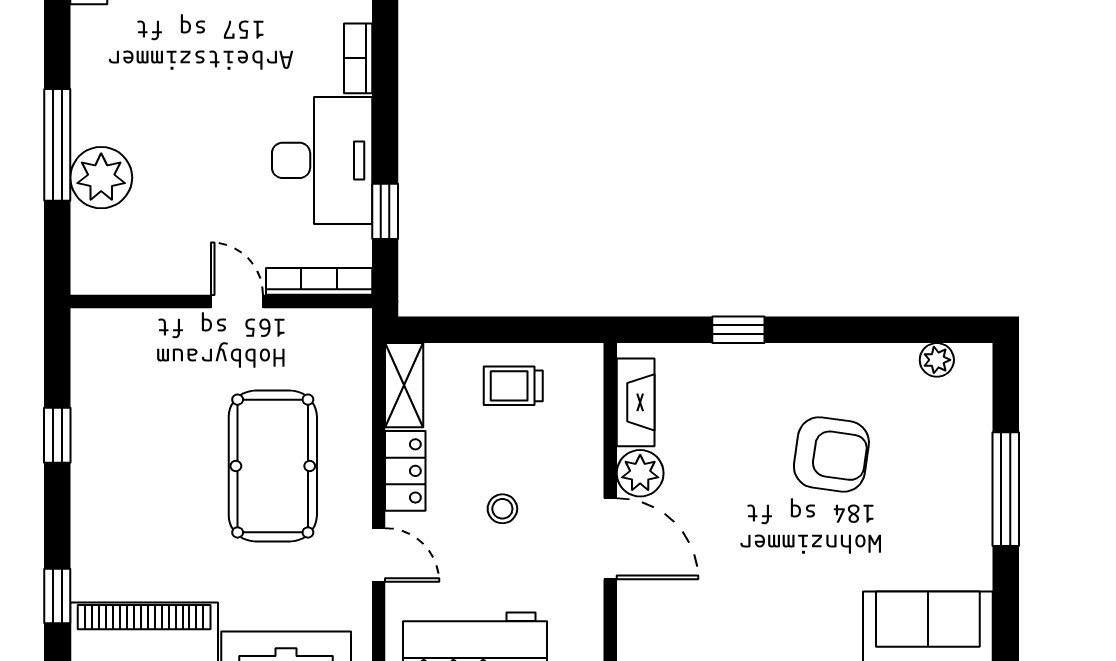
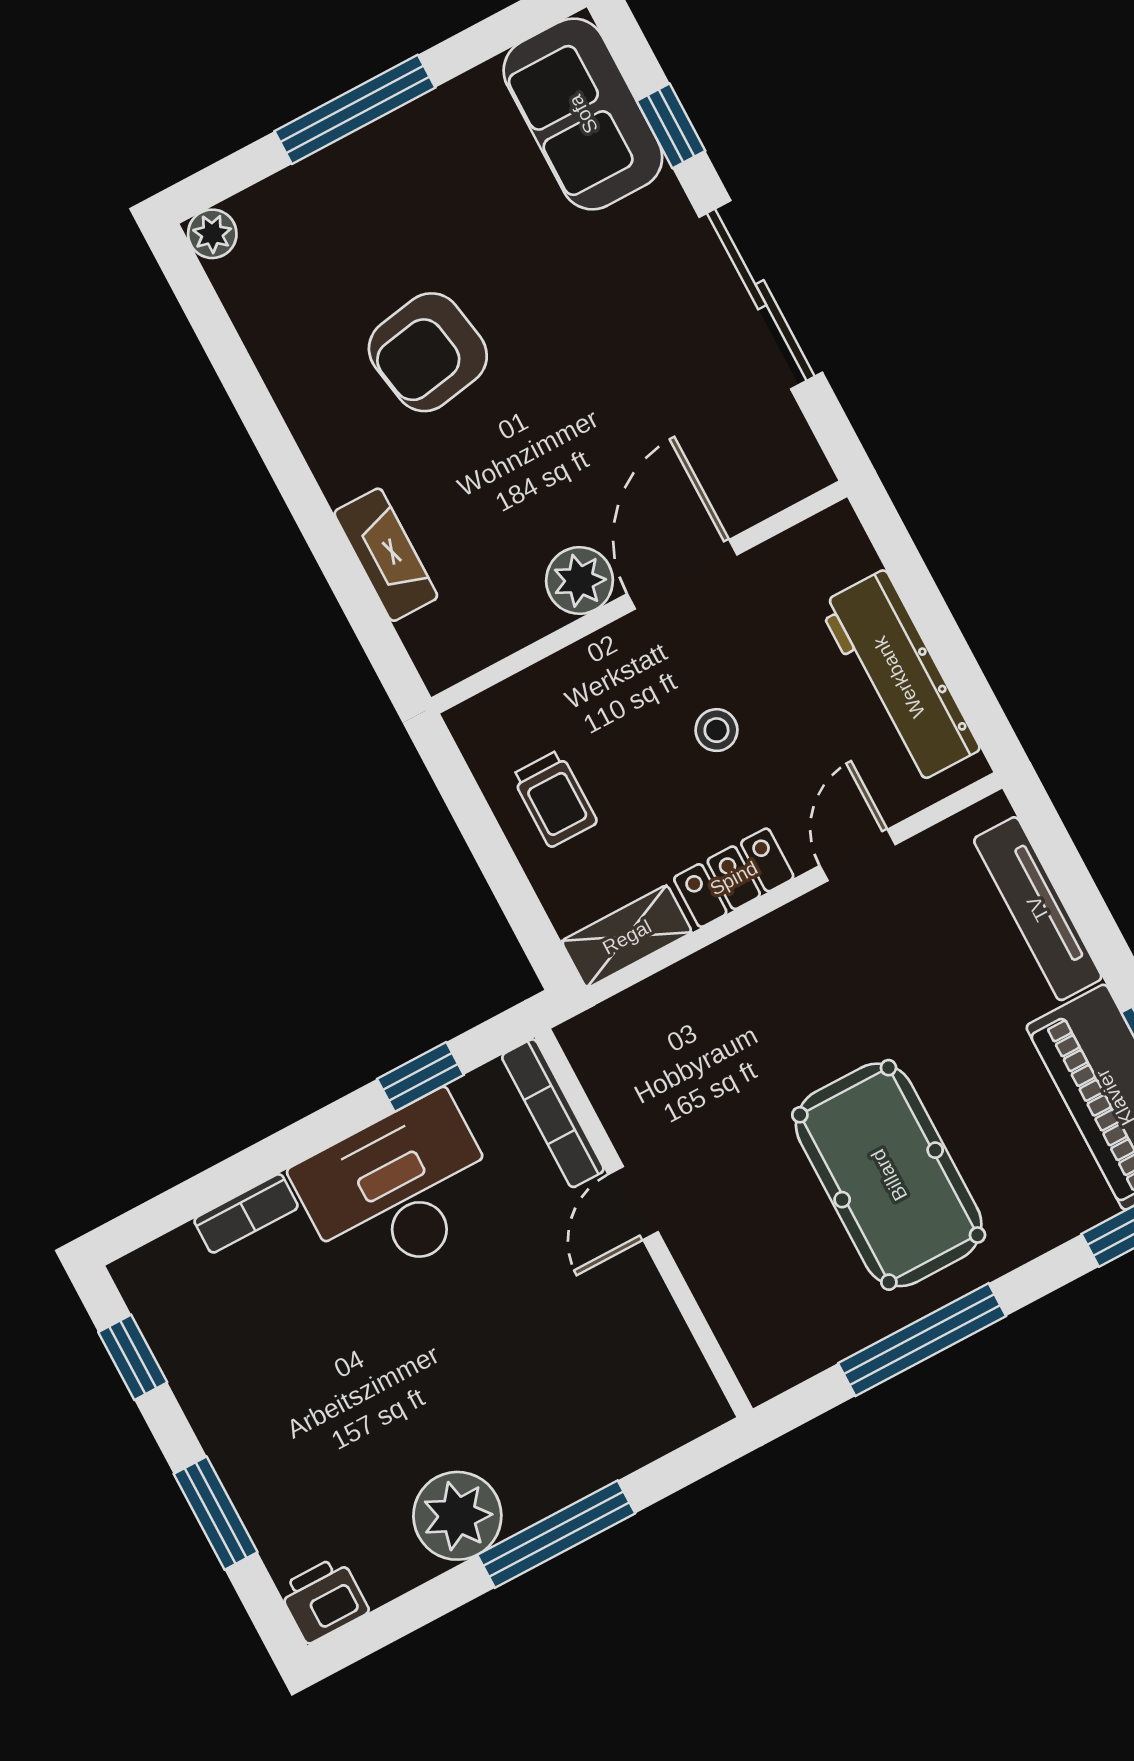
plant: (101, 178) -> (457, 1516), moved
window: (738, 330) -> (333, 553), removed
plant: (937, 360) -> (212, 234), moved
fireplace: (636, 402) -> (386, 555), moved, turned 90
window: (57, 435) -> (922, 1340), width x2.17
armchair: (831, 454) -> (428, 352), turned -108
pool table: (273, 466) -> (889, 1175), moved, turned 90

